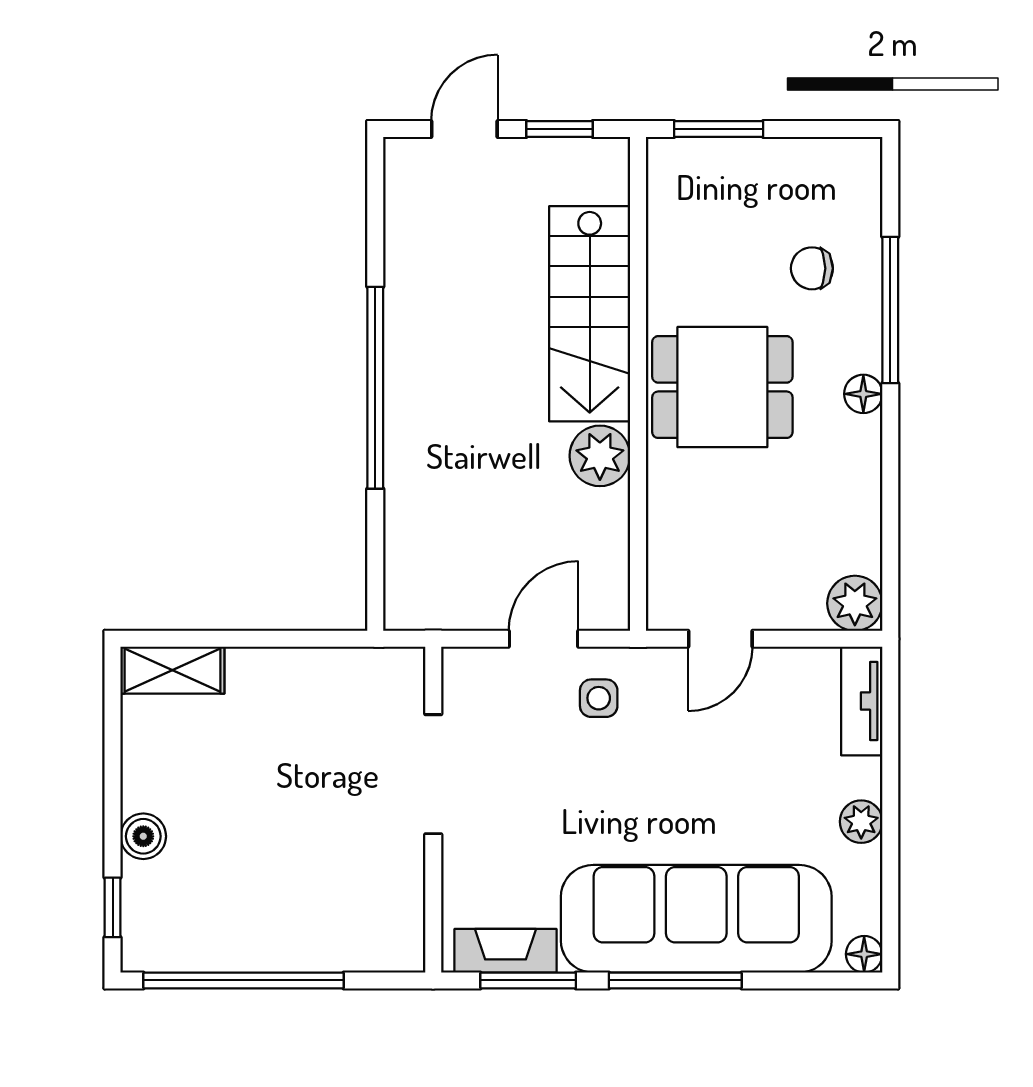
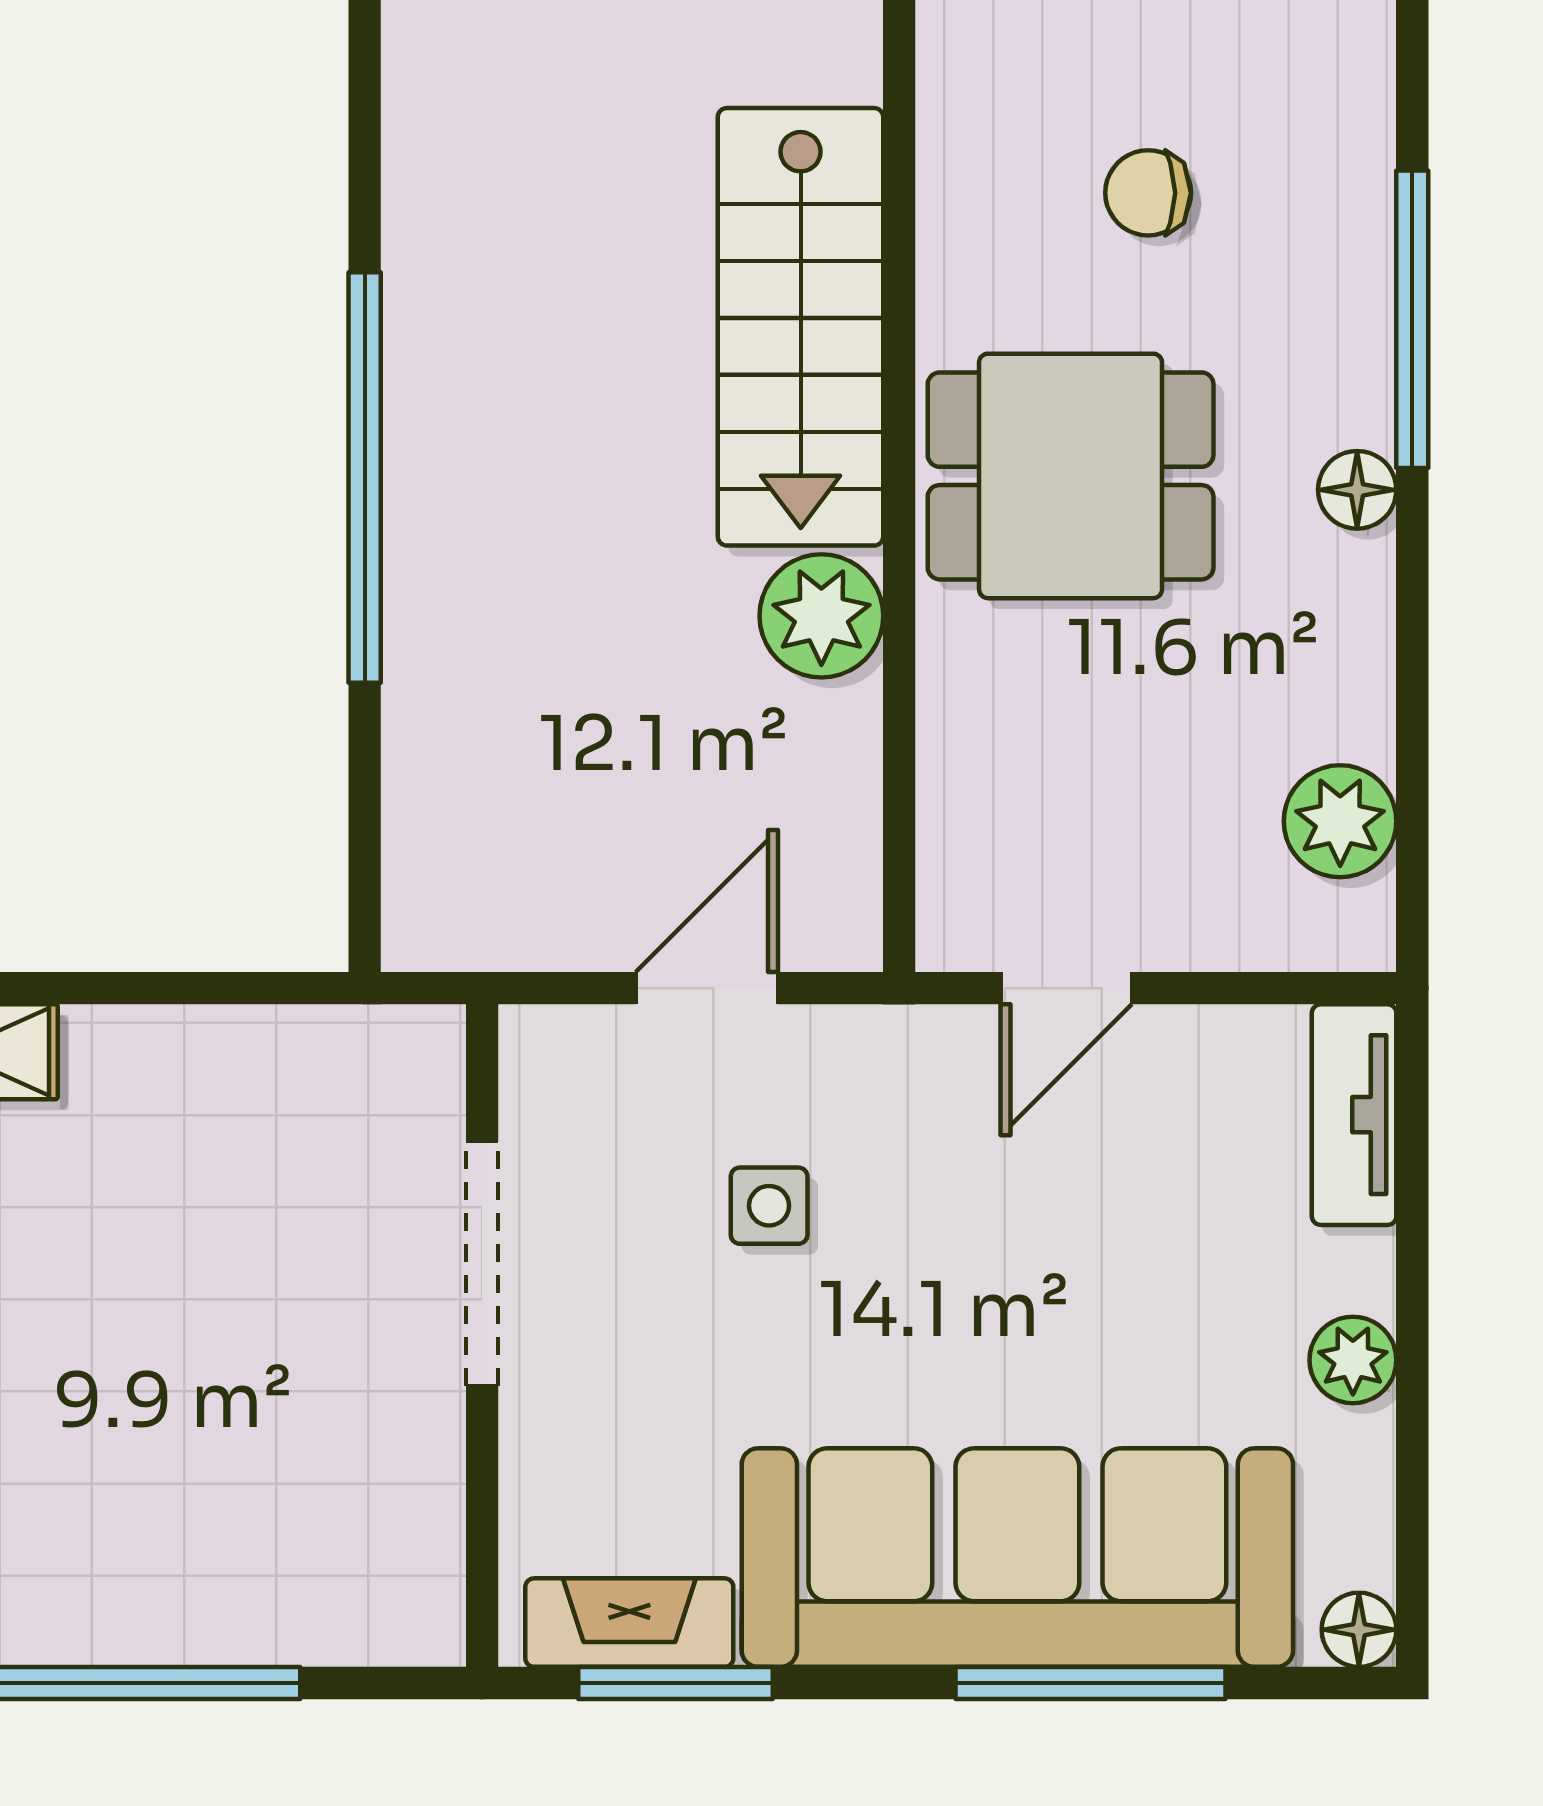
chair: (812, 268) -> (1148, 193), moved
plant: (855, 603) -> (1340, 821), moved
side table: (599, 698) -> (769, 1206), moved
window: (675, 980) -> (1090, 1683), moved

